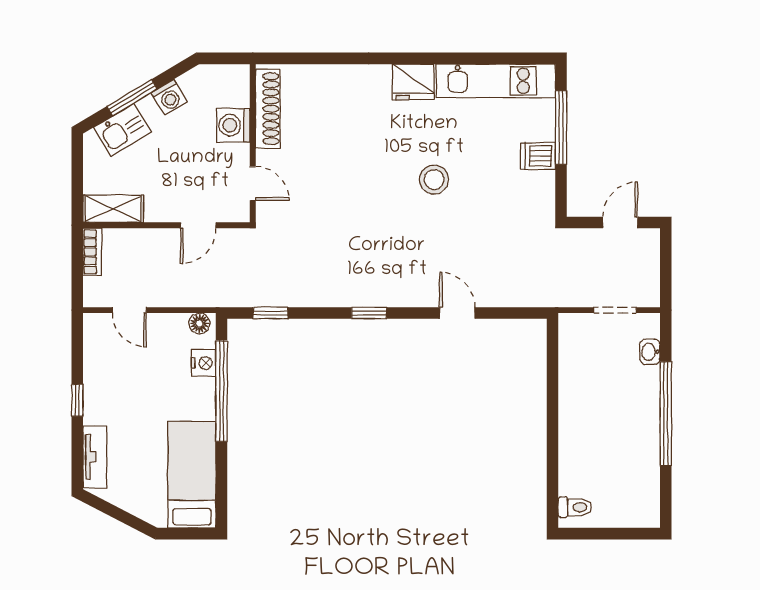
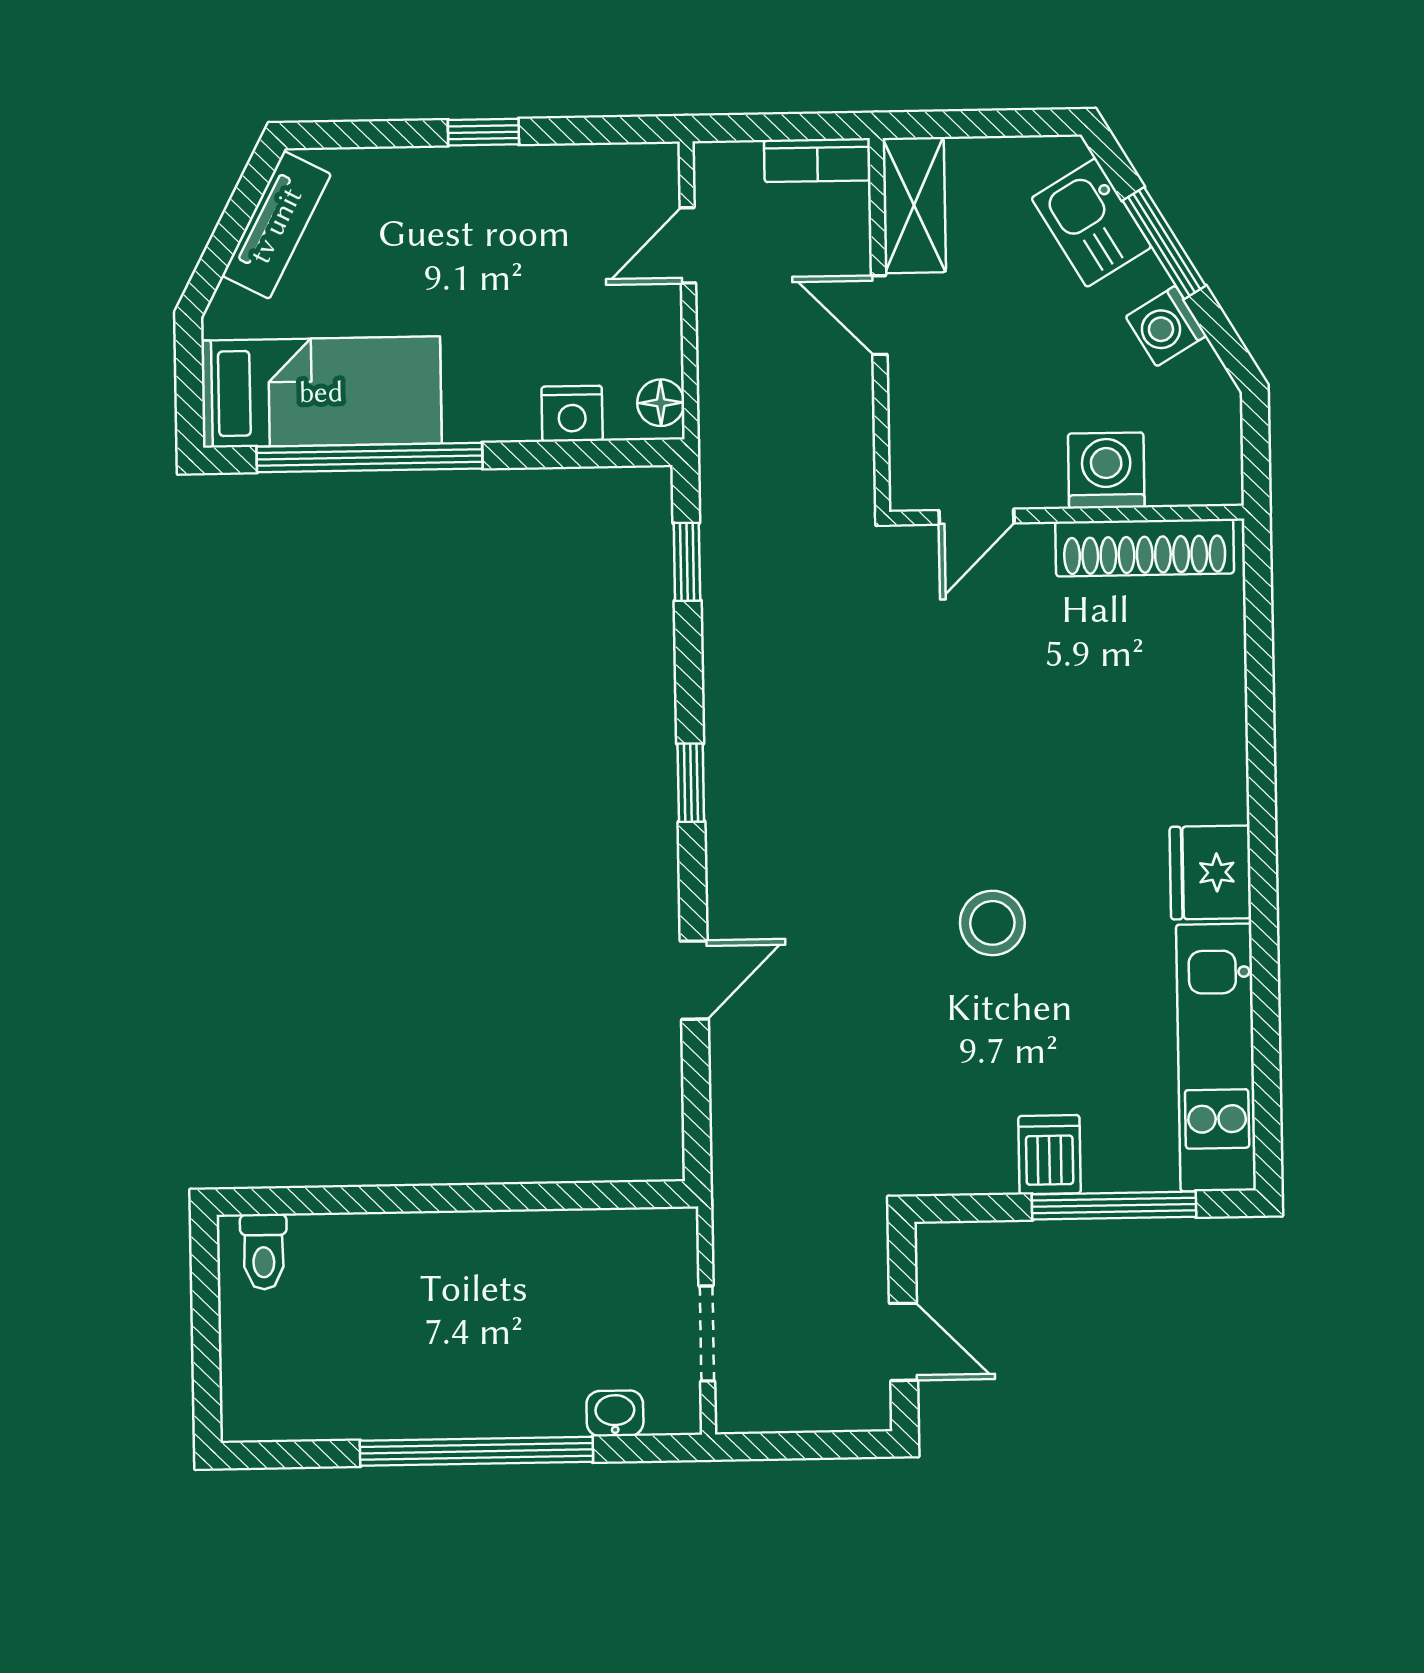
door: (198, 225) -> (879, 315), moved
window: (222, 391) -> (370, 458), moved
tv unit: (95, 457) -> (276, 225), moved, turned -63

